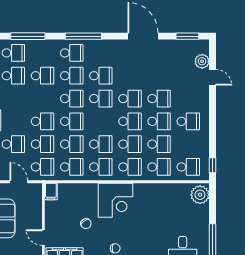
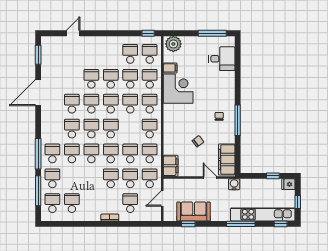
window: (83, 36) -> (38, 154), moved
plant: (202, 61) -> (60, 42), removed
school desk: (43, 76) -> (52, 178), moved
school desk: (130, 76) -> (72, 104), added
school desk: (188, 121) -> (130, 54), moved
school desk: (101, 144) -> (111, 129), moved
filing cabinet: (51, 191) -> (171, 166), width x2.00
filing cabinet: (172, 191) -> (170, 68), added
corner desk: (115, 200) -> (178, 89), moved
door: (43, 238) -> (210, 178), swing flipped

